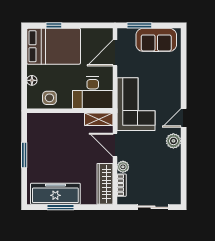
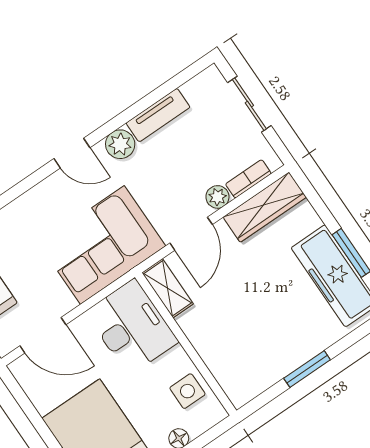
tv unit: (175, 165) -> (158, 115), added

